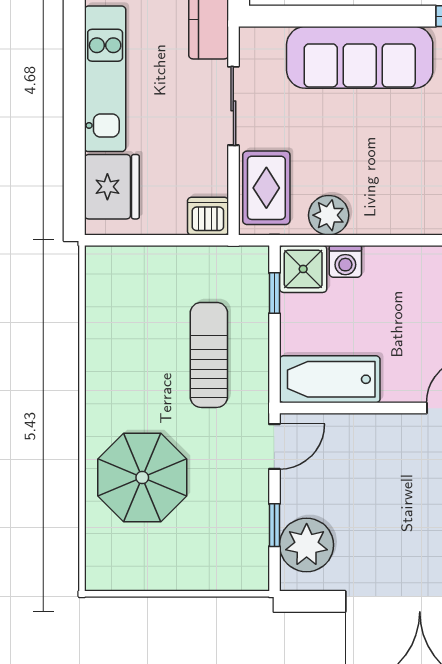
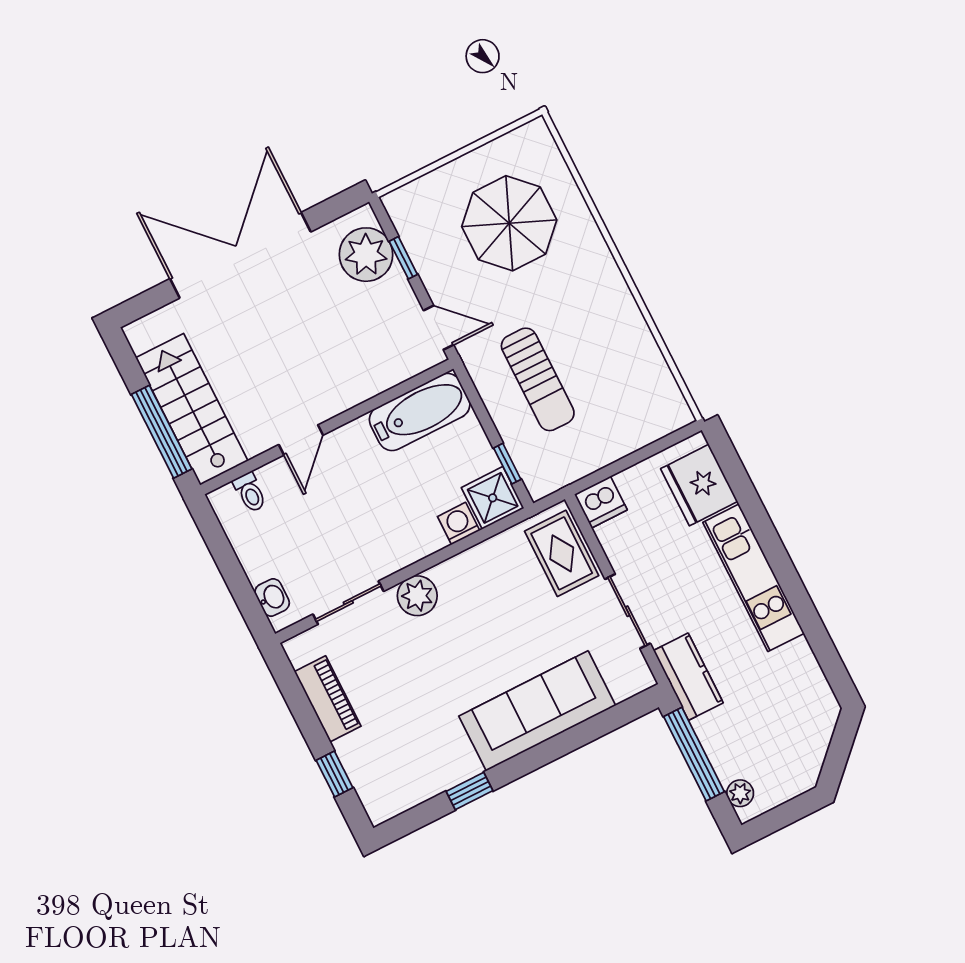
plant: (329, 215) -> (417, 596), moved
door: (274, 447) -> (439, 328), swing flipped
parasol: (142, 478) -> (509, 223), moved

